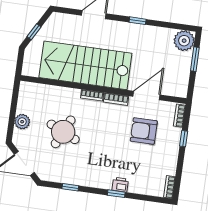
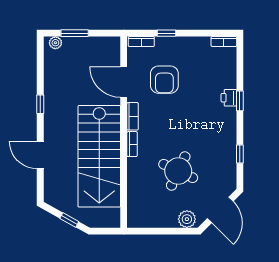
plant: (184, 41) -> (55, 43), width x0.53, depth x0.53
plant: (22, 122) -> (187, 219), moved

